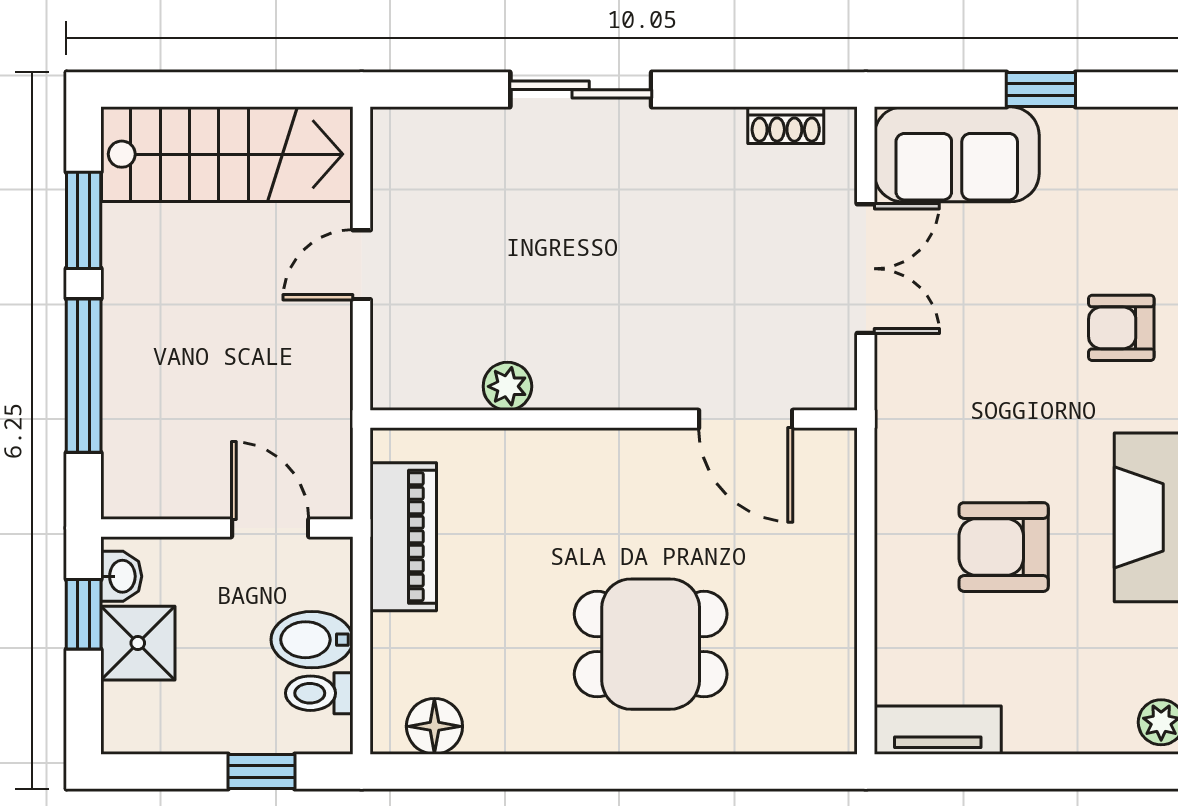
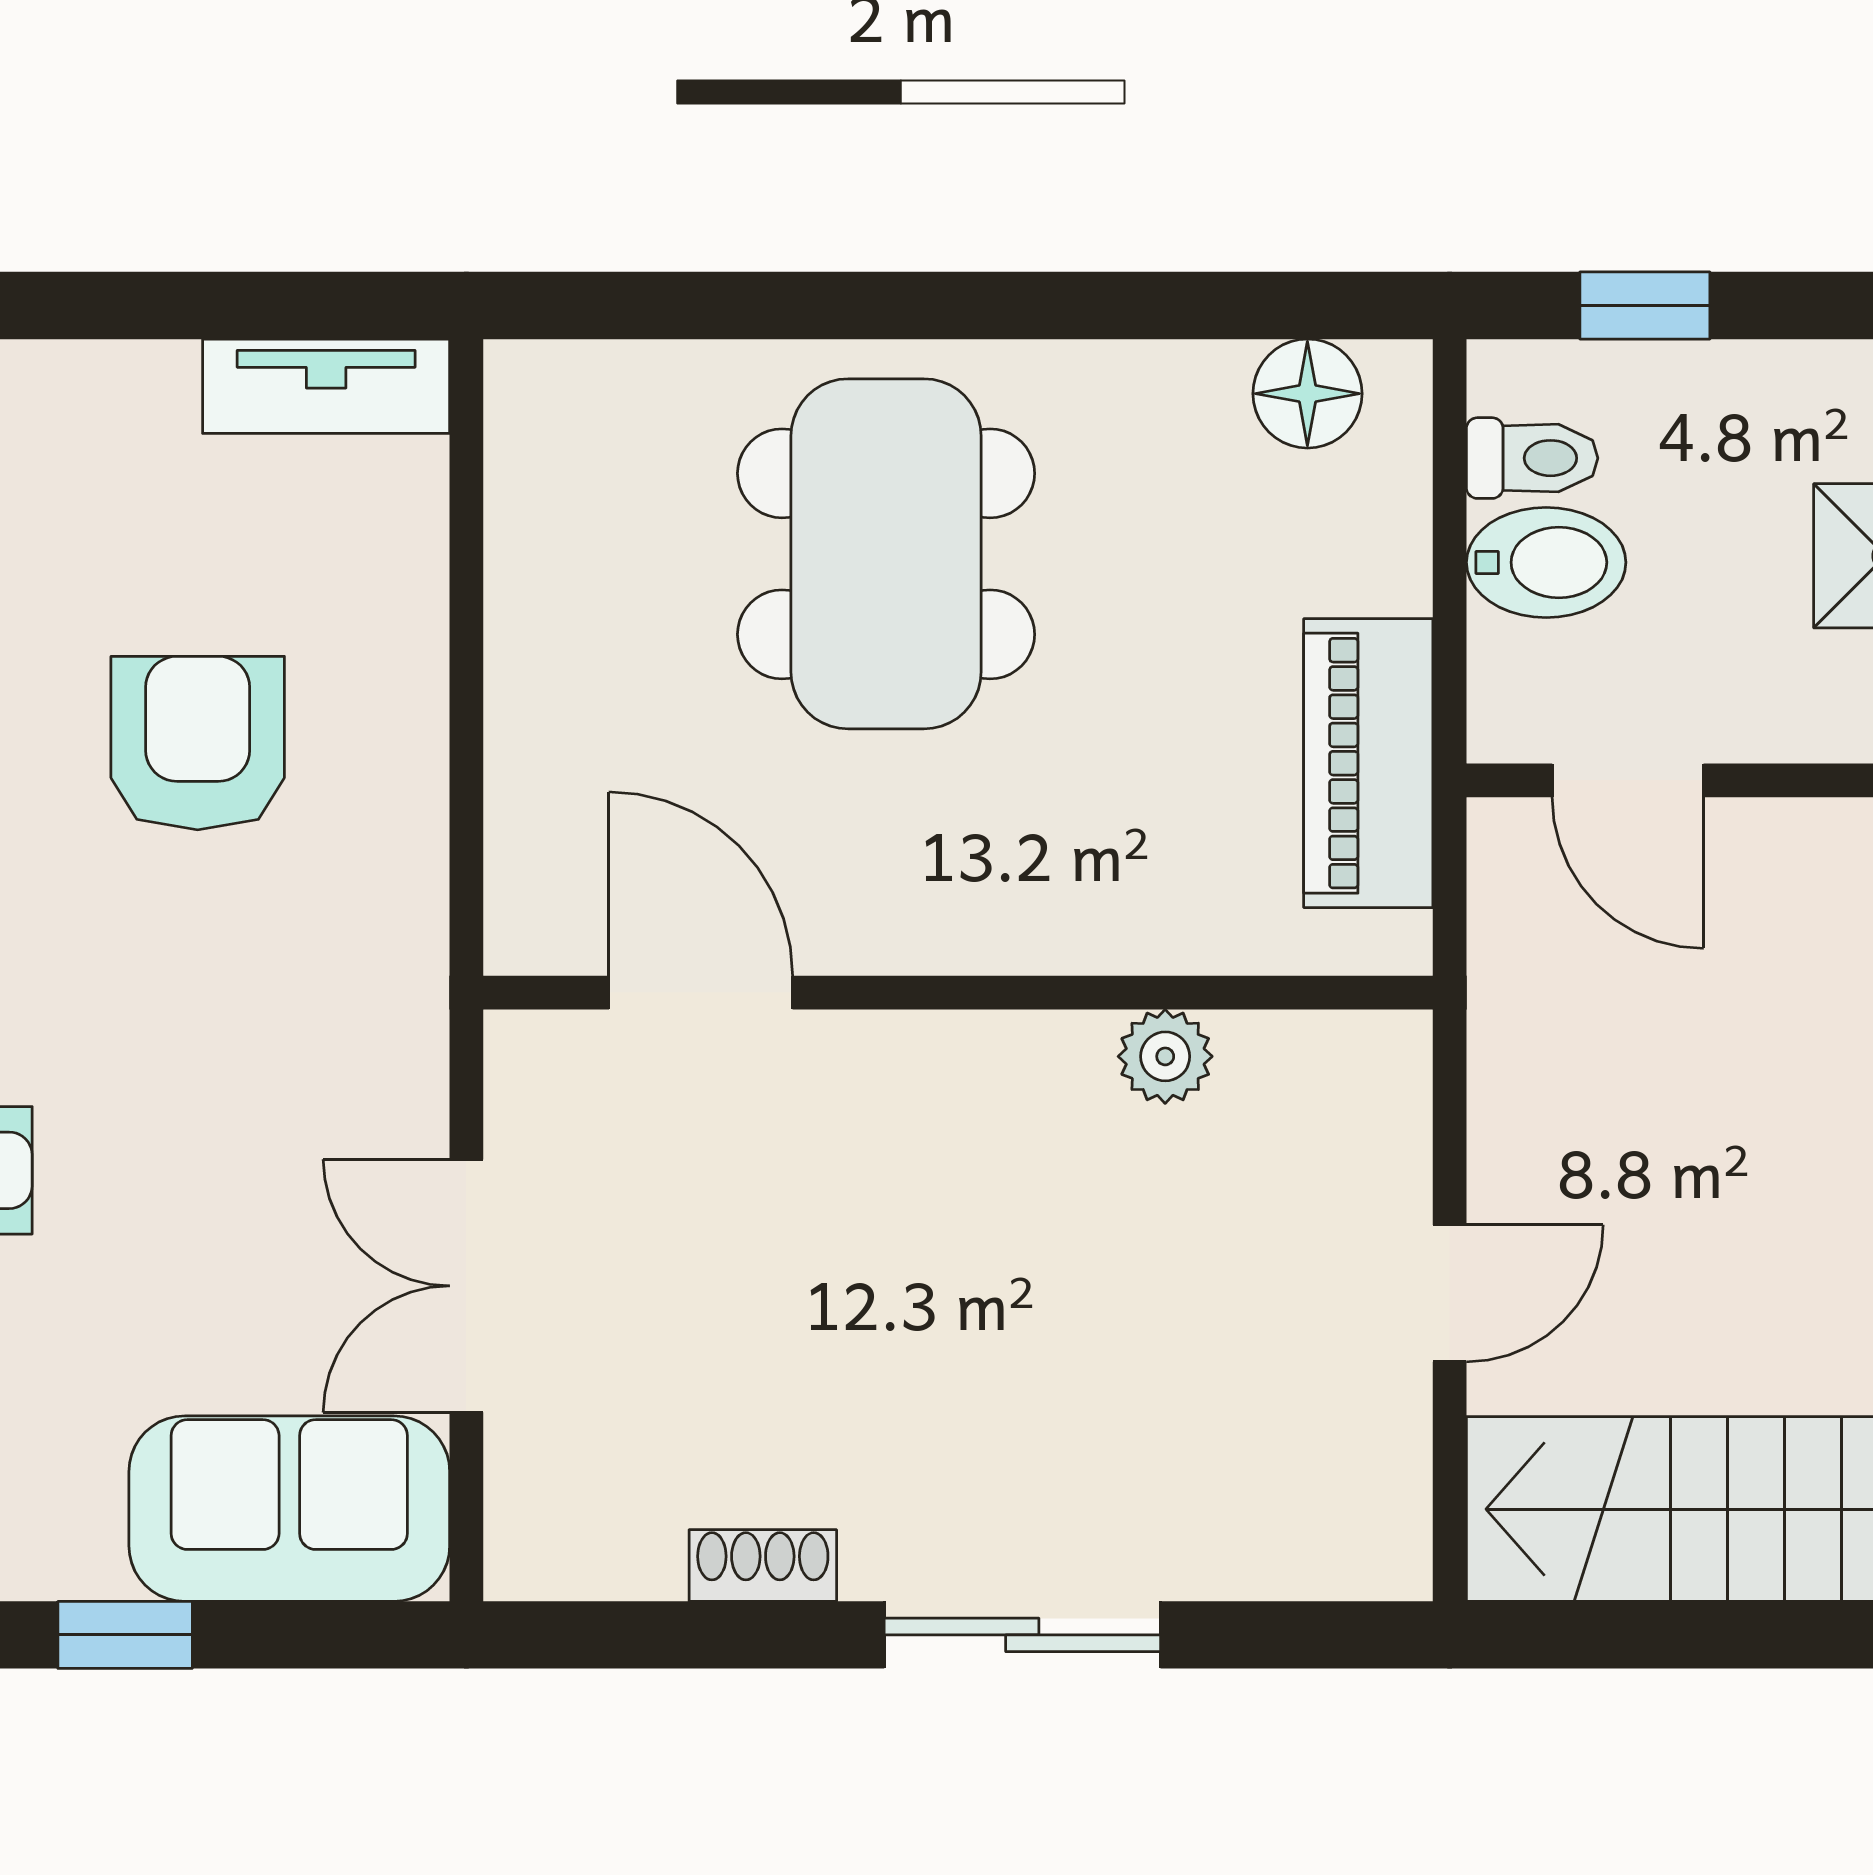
shoe rack: (786, 125) -> (763, 1566), moved
armchair: (1004, 547) -> (198, 743), turned -90
dining table: (651, 644) -> (886, 554), width x1.37

